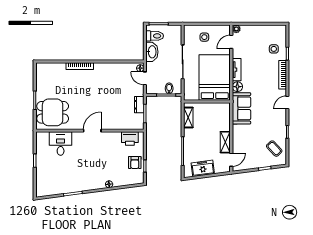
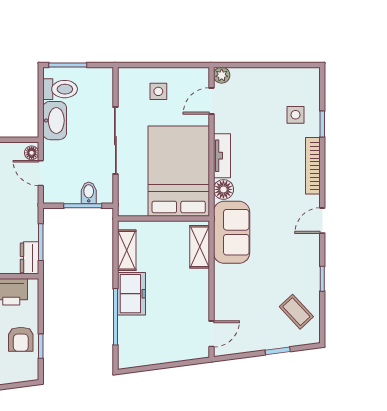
dresser: (139, 105) -> (29, 258), moved
shelving: (225, 142) -> (200, 247), moved
freezer: (203, 168) -> (131, 294), moved, turned 97

